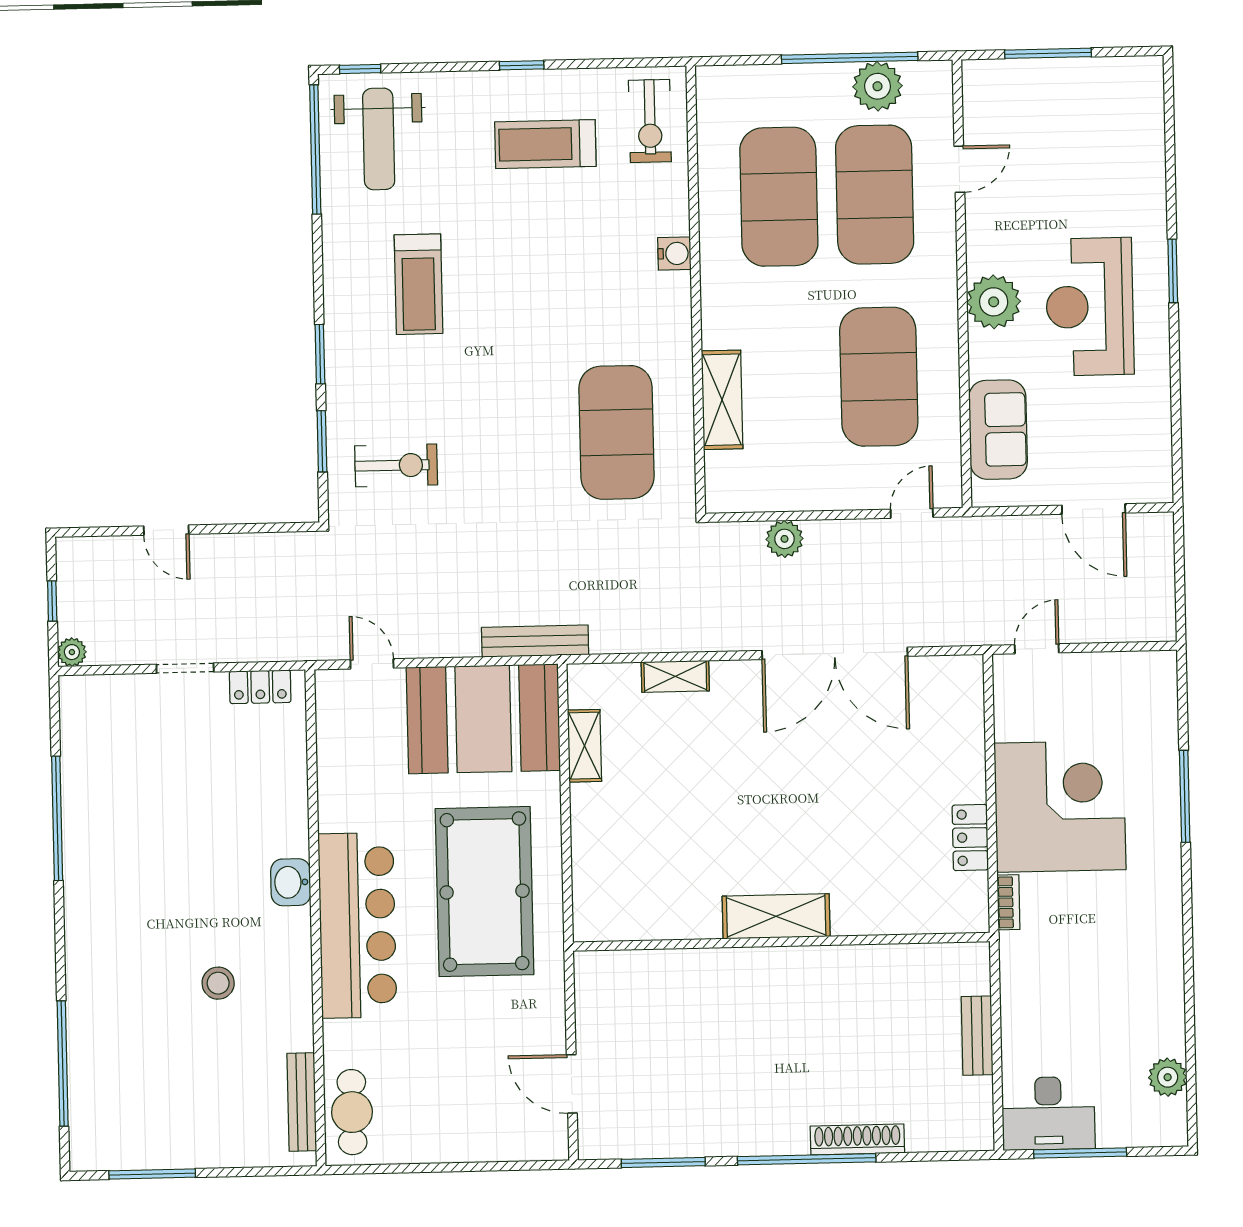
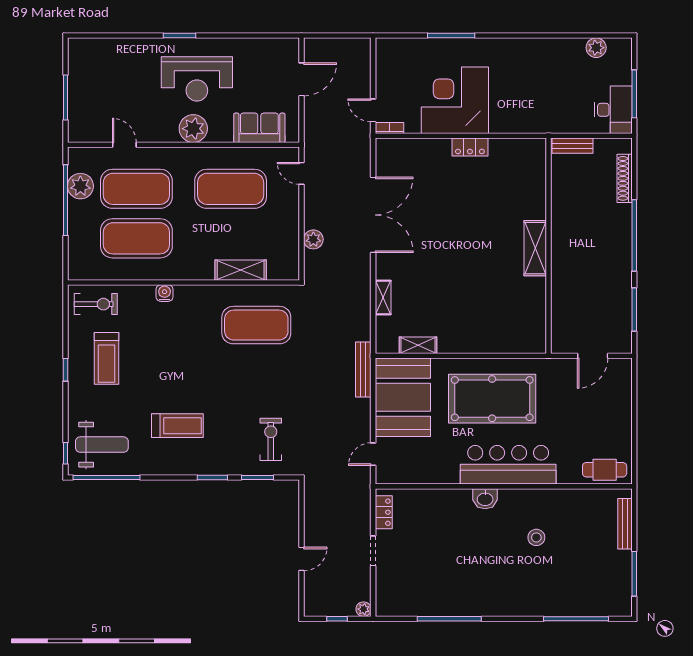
bookcase: (1008, 902) -> (389, 128), moved
shelving: (776, 916) -> (535, 248), moved
wall: (781, 942) -> (548, 246), moved
bench: (302, 1102) -> (625, 524), moved, turned 90
shoe rack: (857, 1139) -> (625, 178), moved

